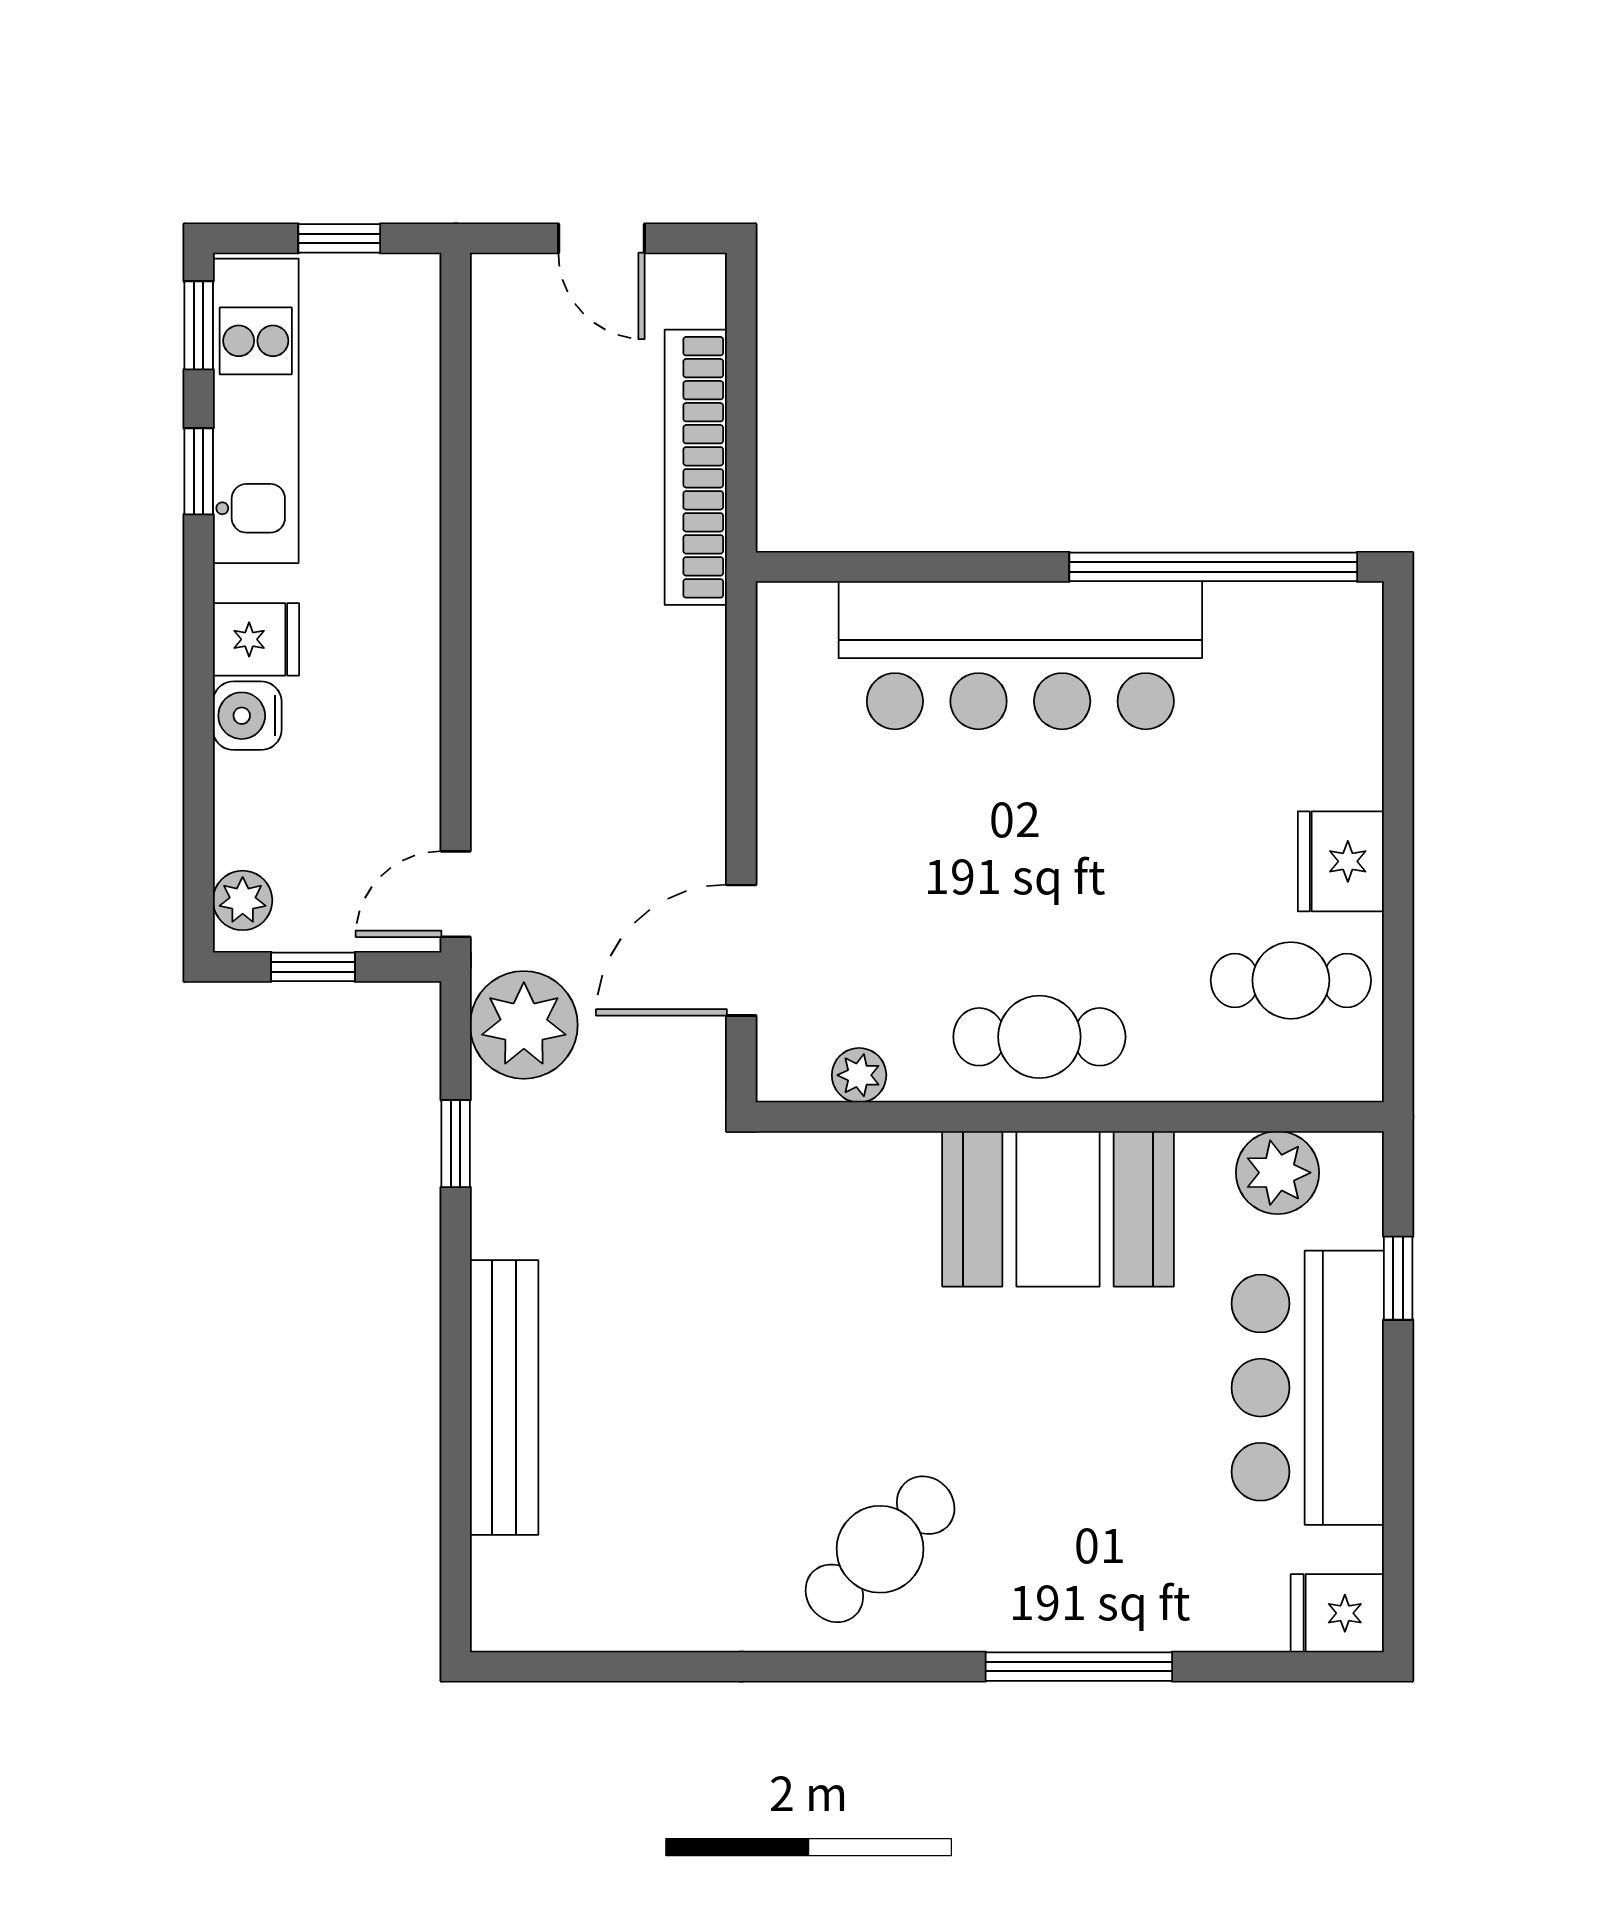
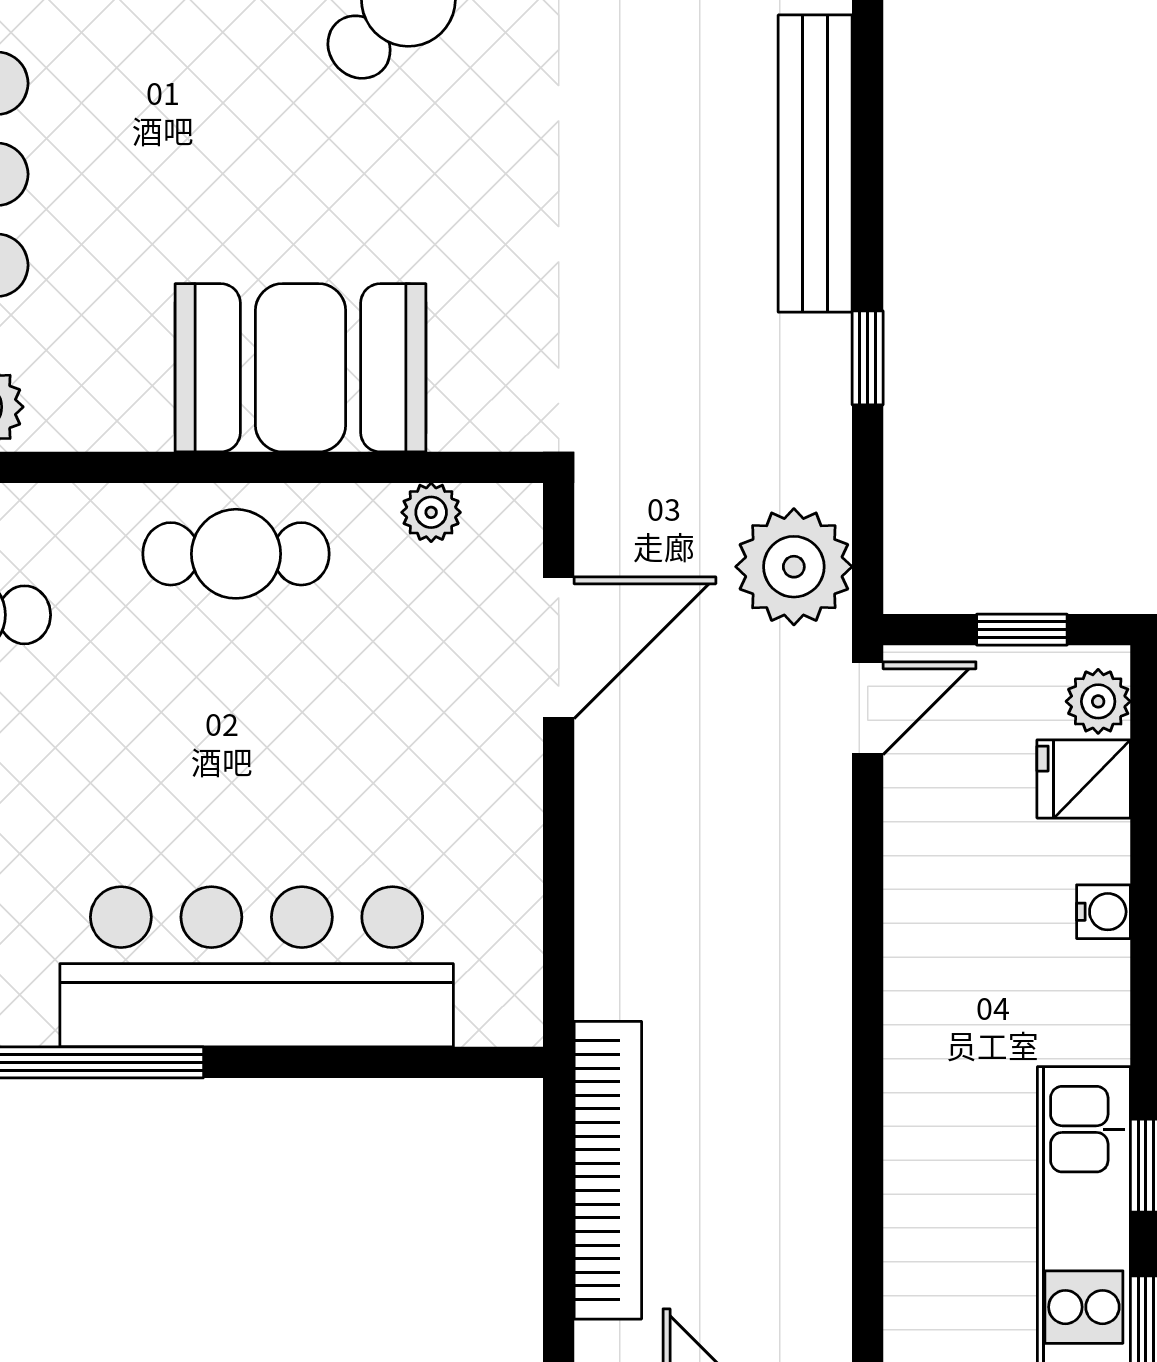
fridge: (256, 639) -> (1084, 779), moved
water cooler: (247, 716) -> (1103, 912), width x0.72, depth x0.72
window: (456, 1144) -> (868, 358), moved
booth: (1058, 1209) -> (301, 368), moved

